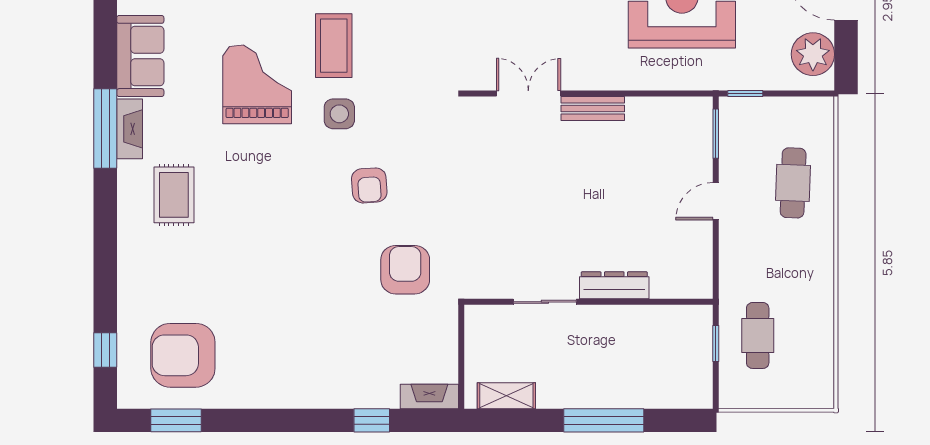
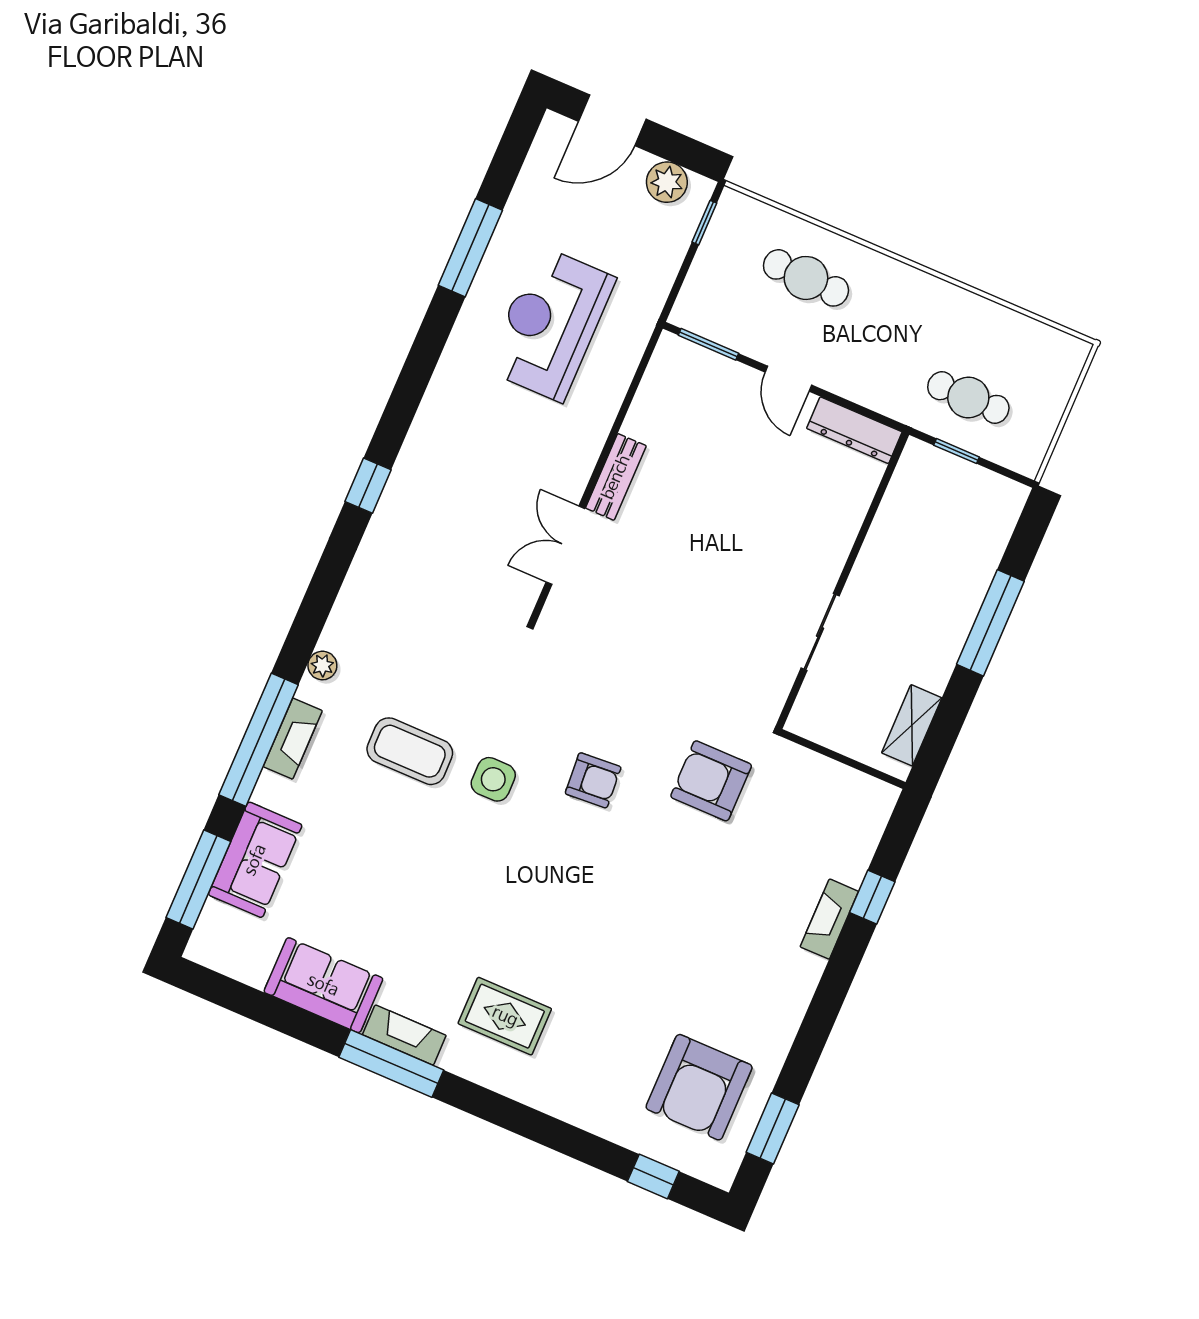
plant: (813, 54) -> (667, 182), width x0.73, depth x0.73
grand piano: (257, 84) -> (417, 862), removed
window: (745, 93) -> (704, 223), moved
dresser: (614, 285) -> (854, 430), moved, turned -90
fireplace: (429, 397) -> (829, 919), moved

